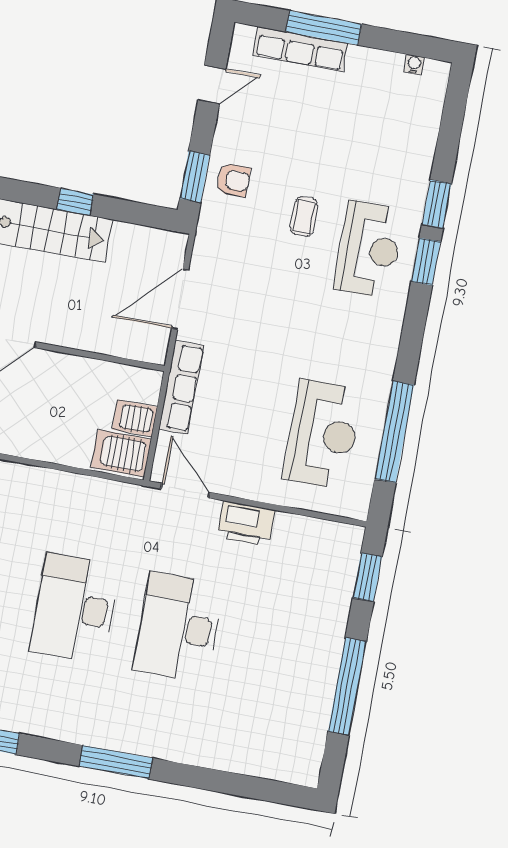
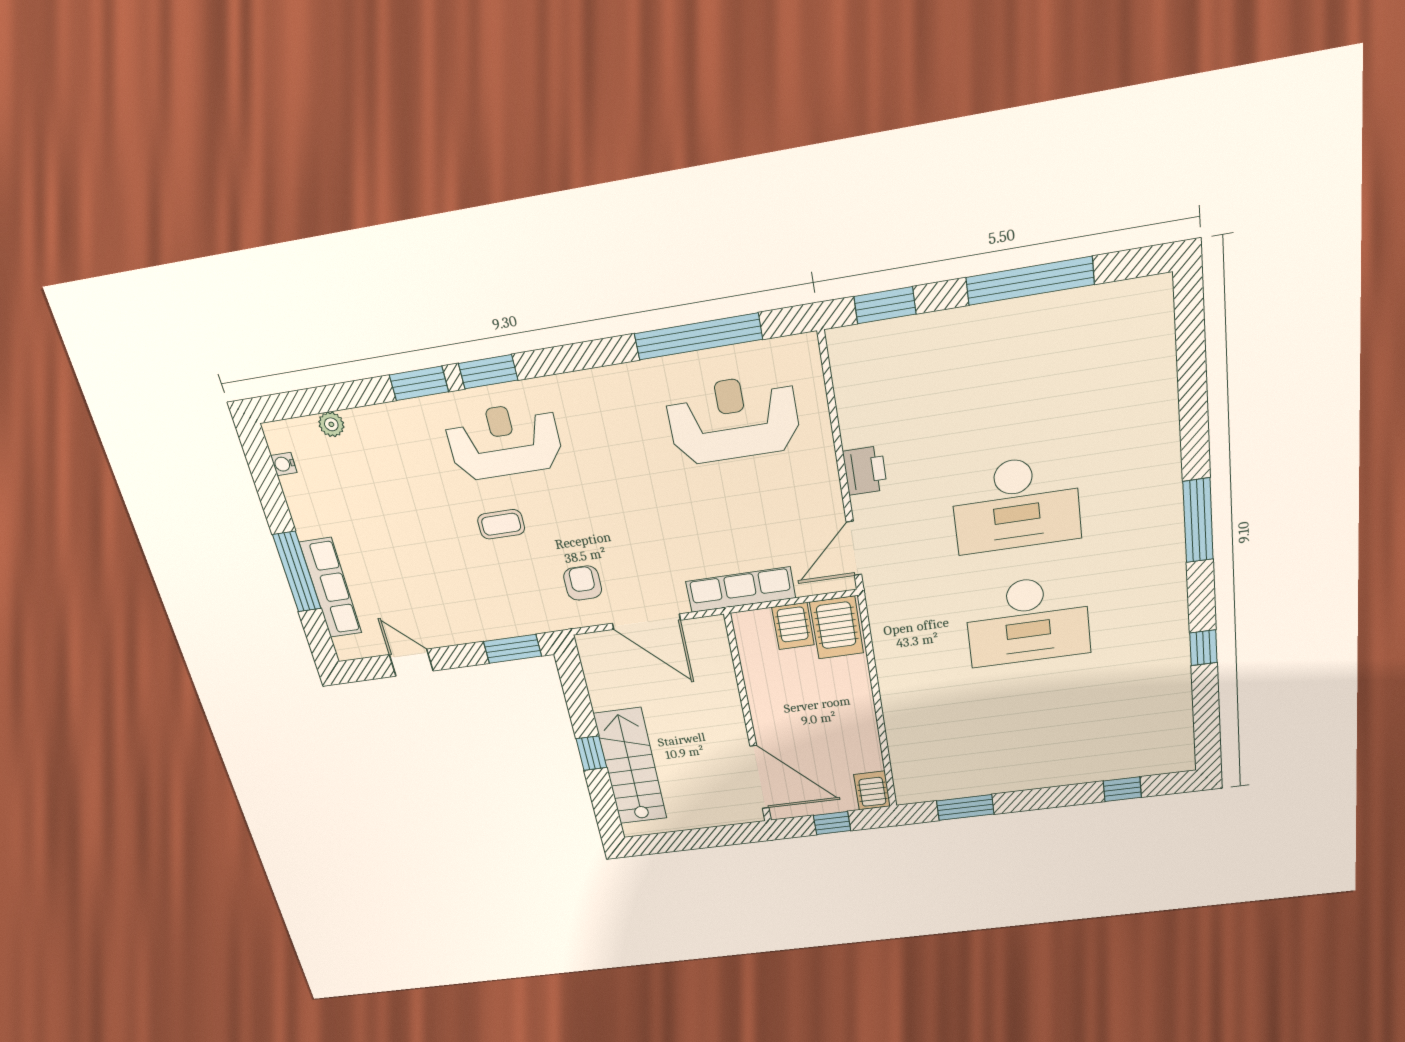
plant: (431, 119) -> (331, 424), added
armchair: (233, 180) -> (583, 583), moved
printer: (246, 524) -> (865, 470), width x0.73, depth x0.84

